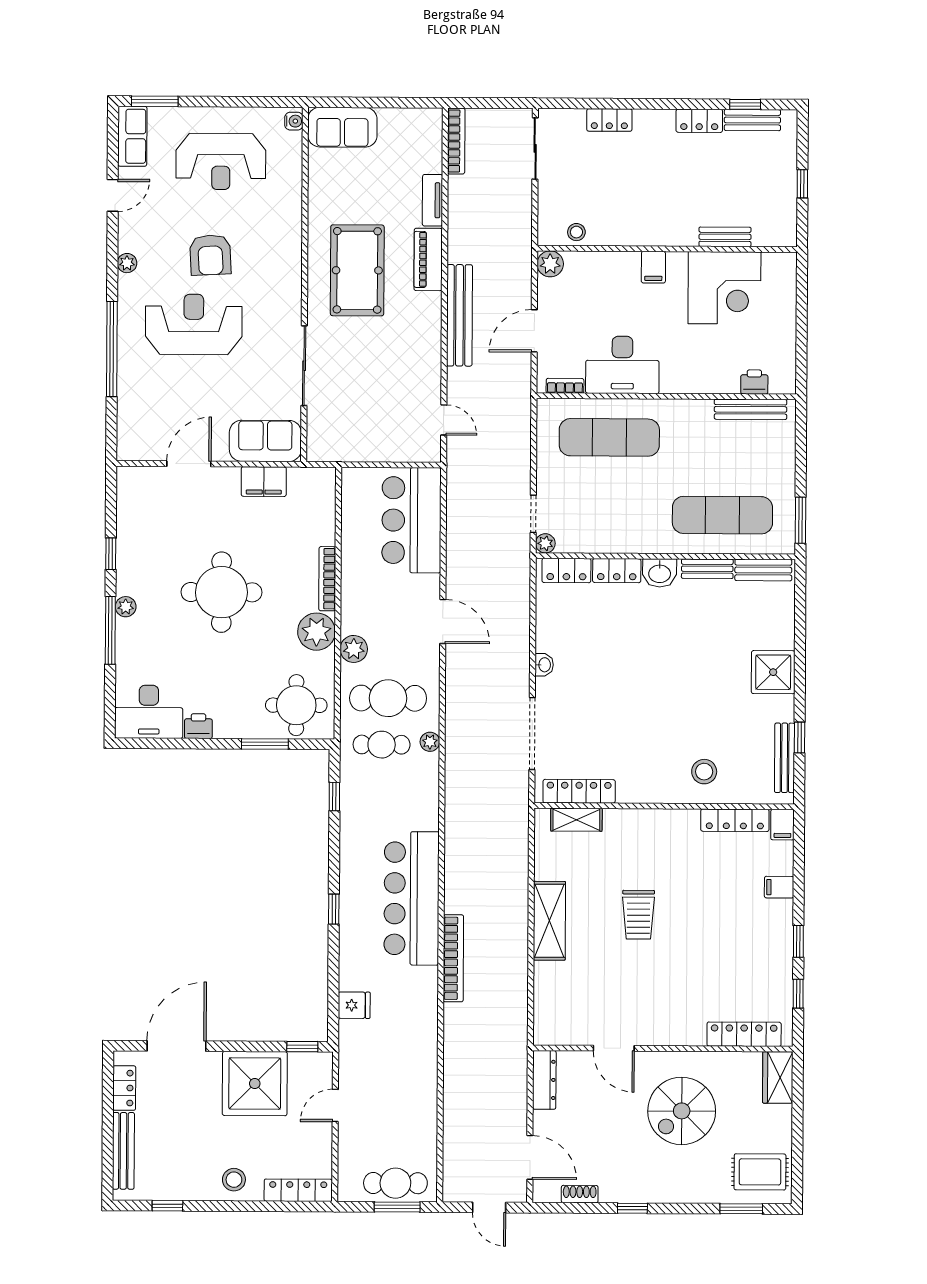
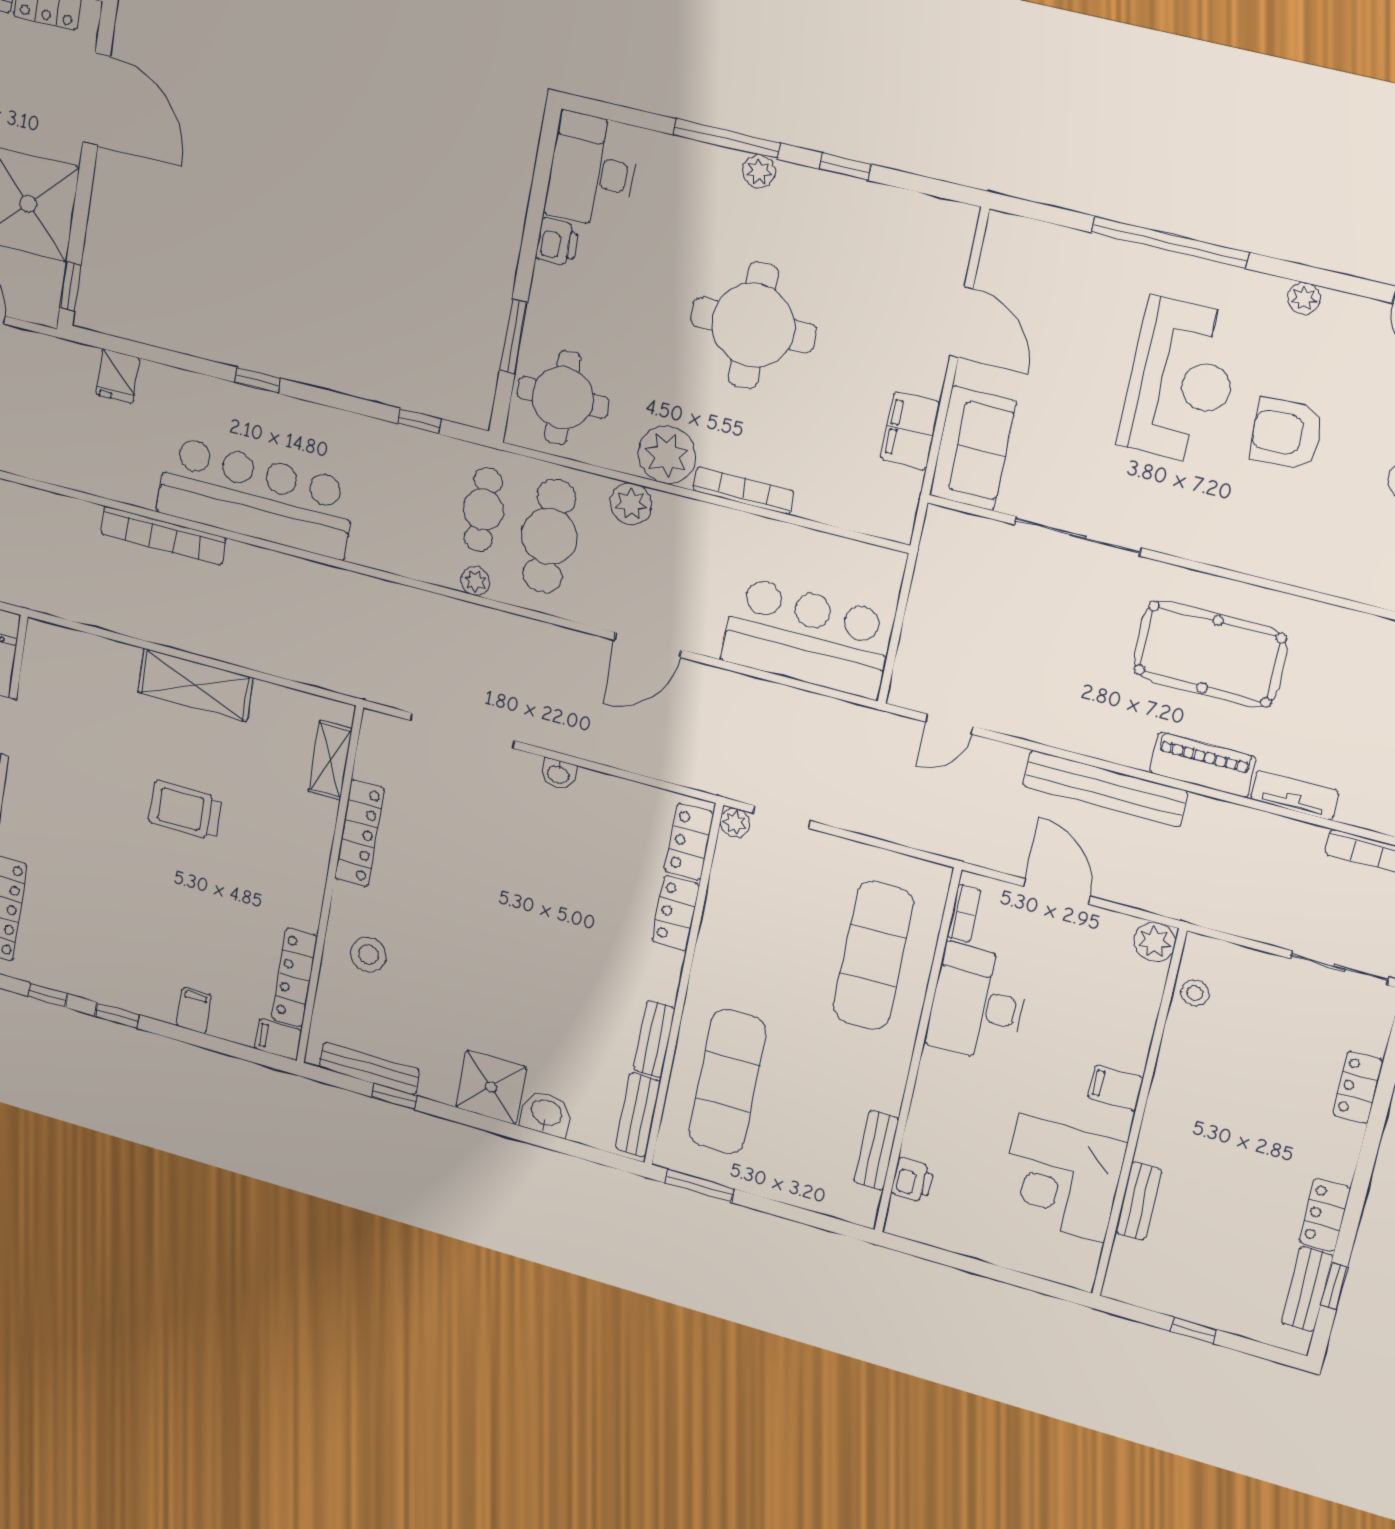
bench: (751, 409) -> (876, 1150), width x0.73
washbasin: (660, 573) -> (546, 1114), moved, turned 90
locker: (579, 791) -> (359, 834), moved

